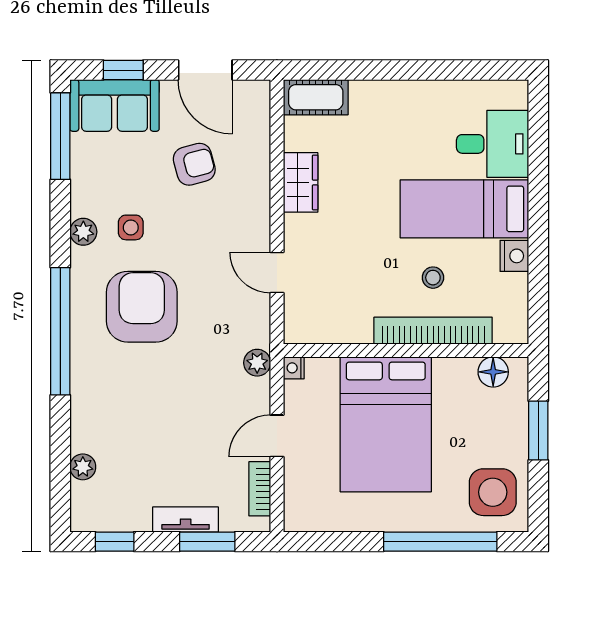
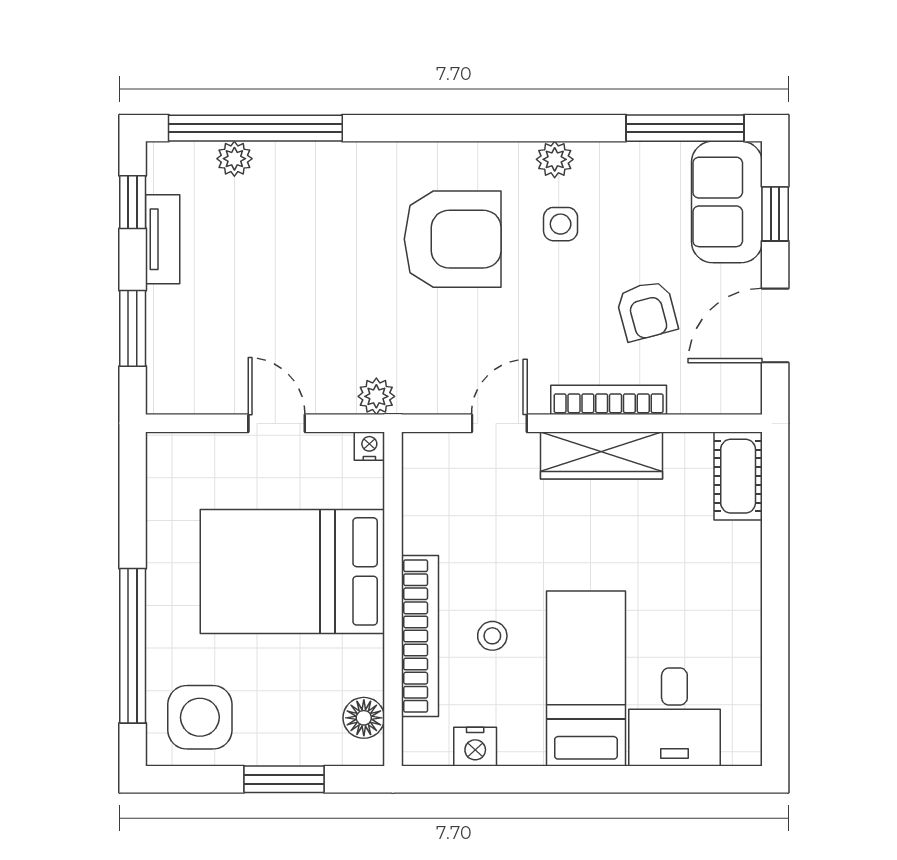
wardrobe: (301, 182) -> (602, 455), width x1.50
nightstand: (514, 256) -> (475, 747), moved
window: (60, 331) -> (255, 128), moved
bookcase: (260, 489) -> (609, 400), moved, width x1.56
tv unit: (186, 520) -> (163, 239), moved

